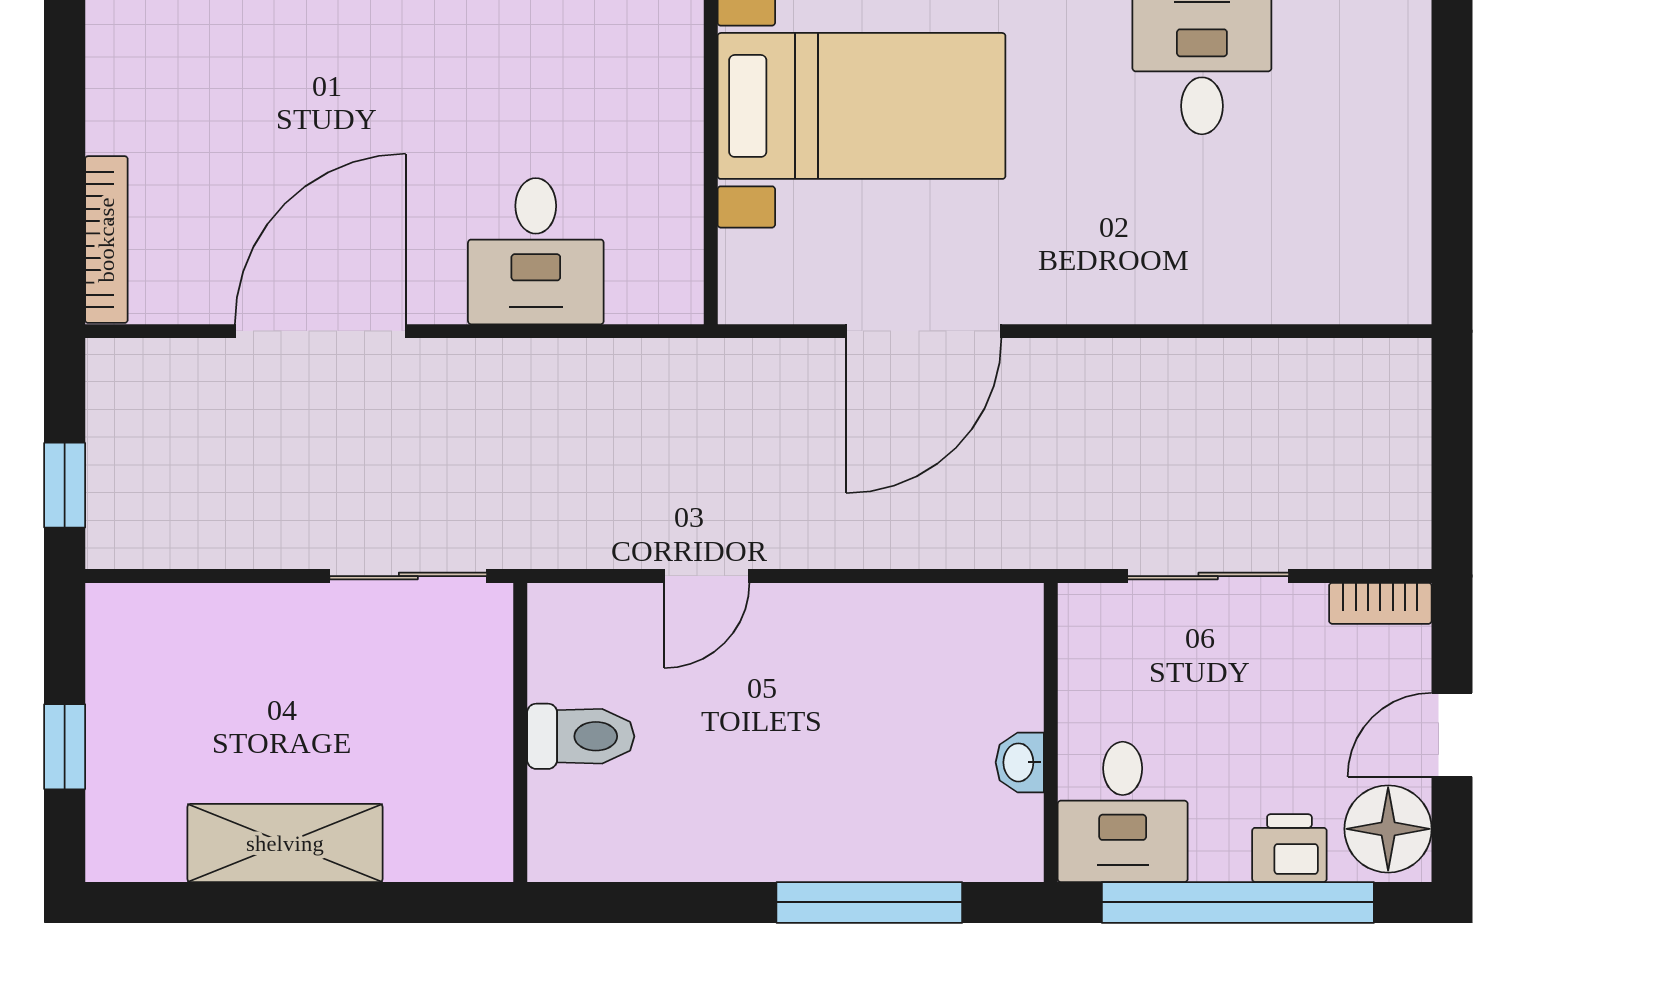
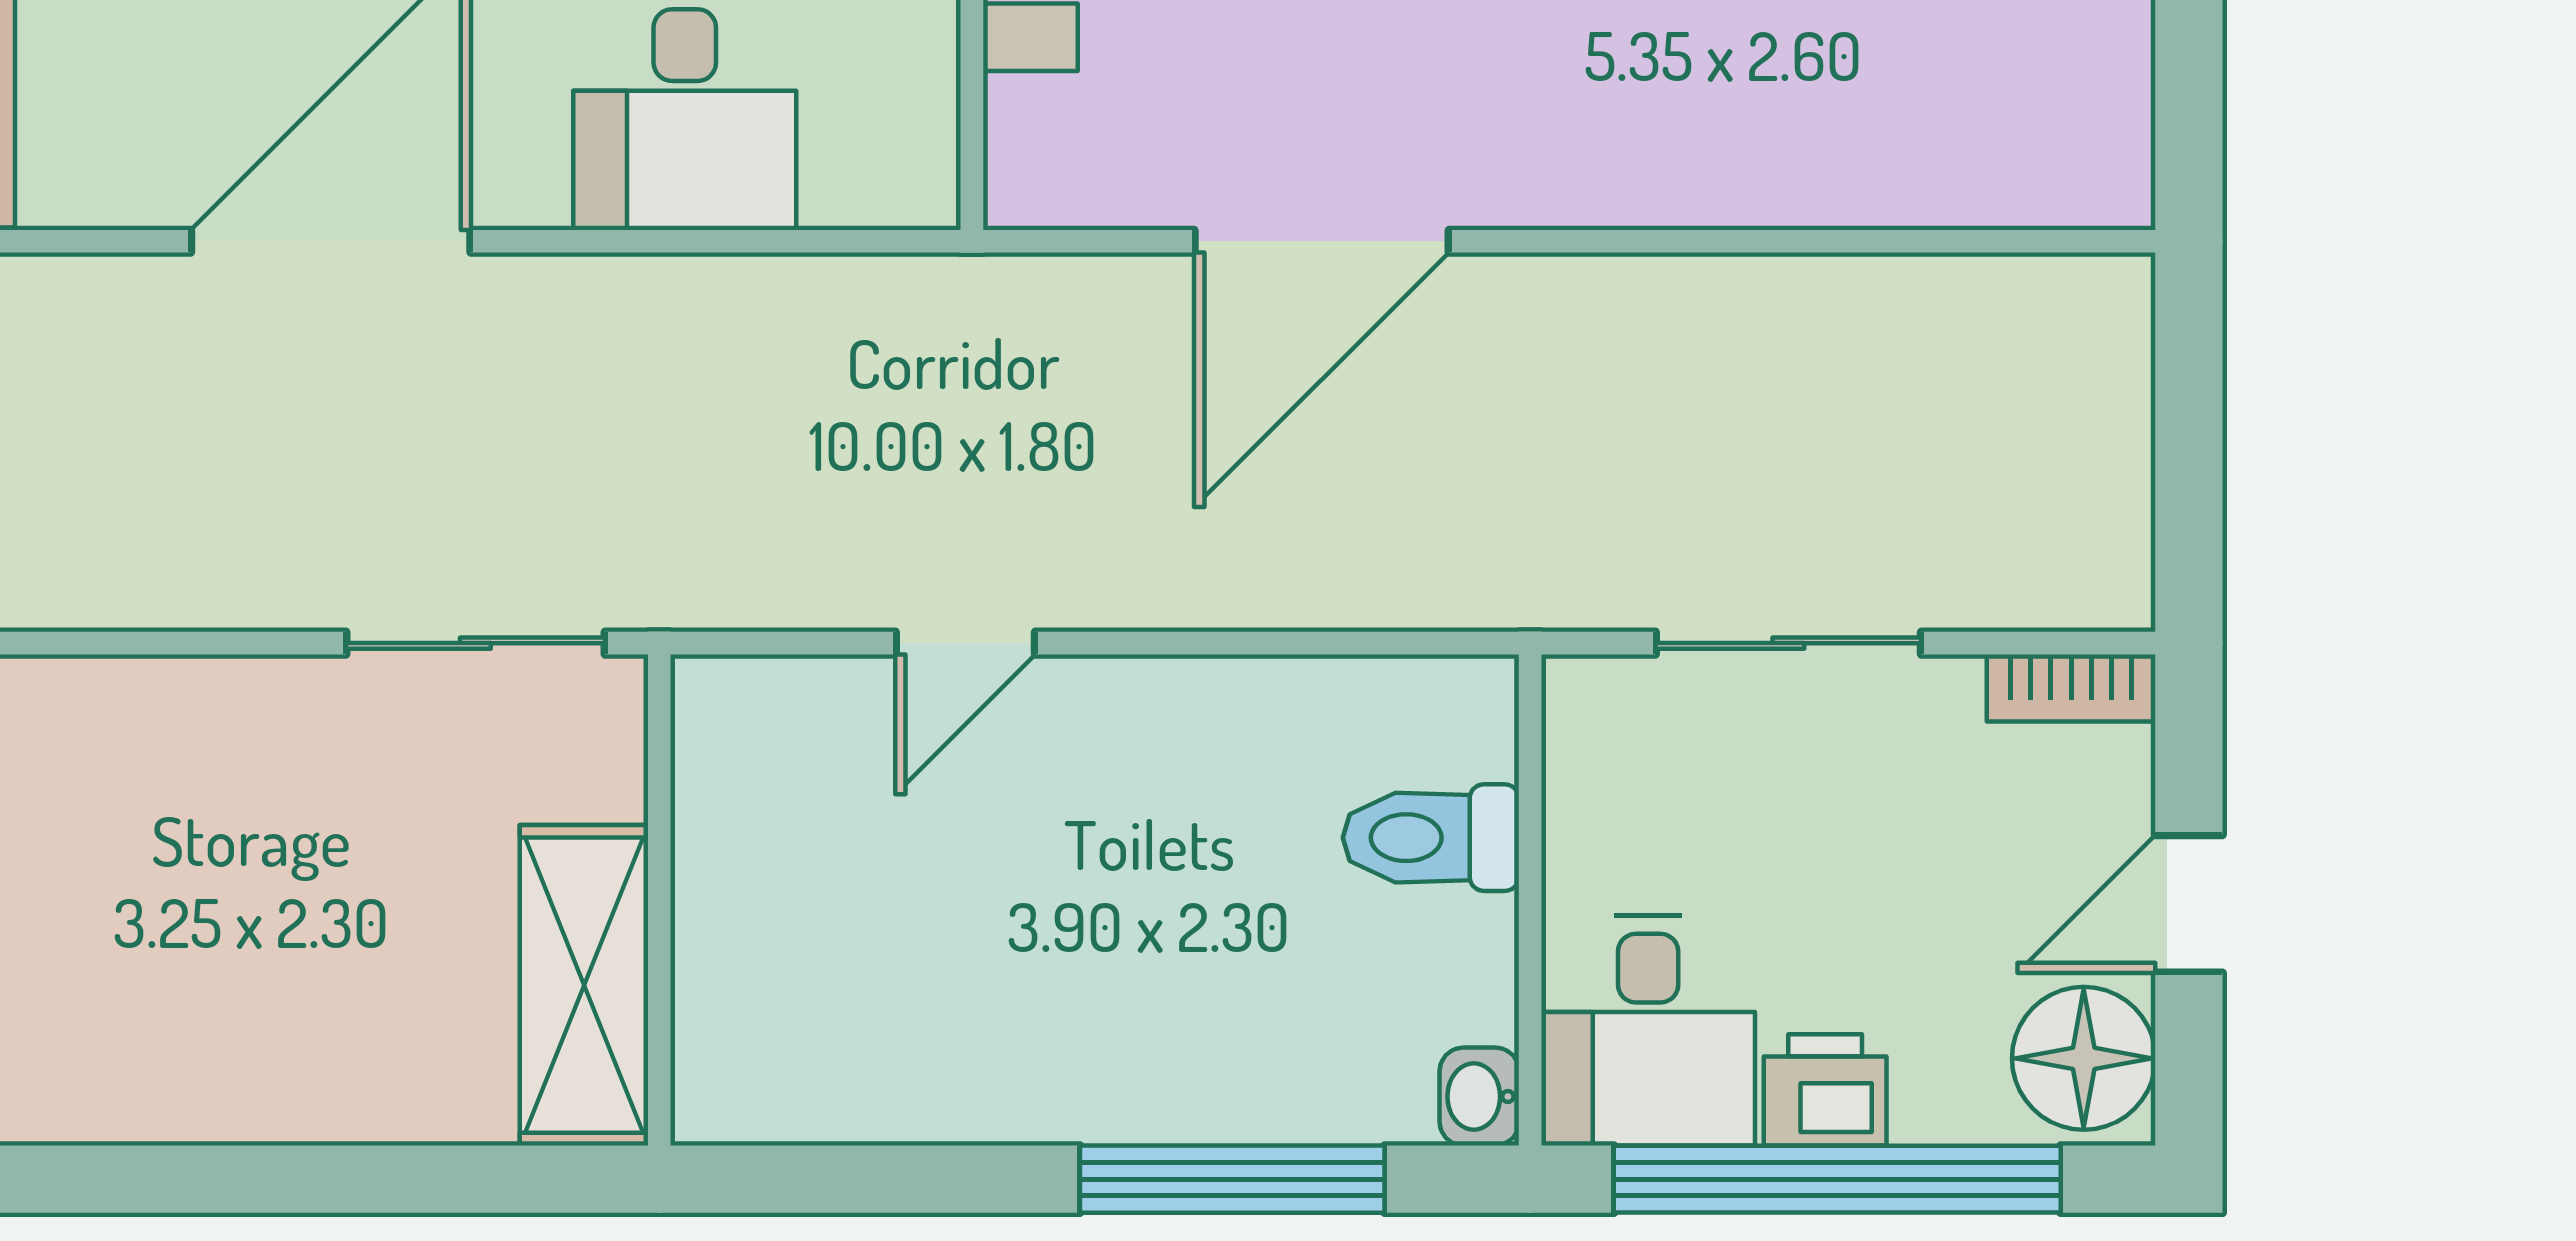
toilet: (581, 736) -> (1431, 838), moved, turned 180
washbasin: (1020, 762) -> (1479, 1097), moved
shelving: (285, 843) -> (584, 985), moved, turned 90
printer: (1289, 848) -> (1825, 1090), moved

